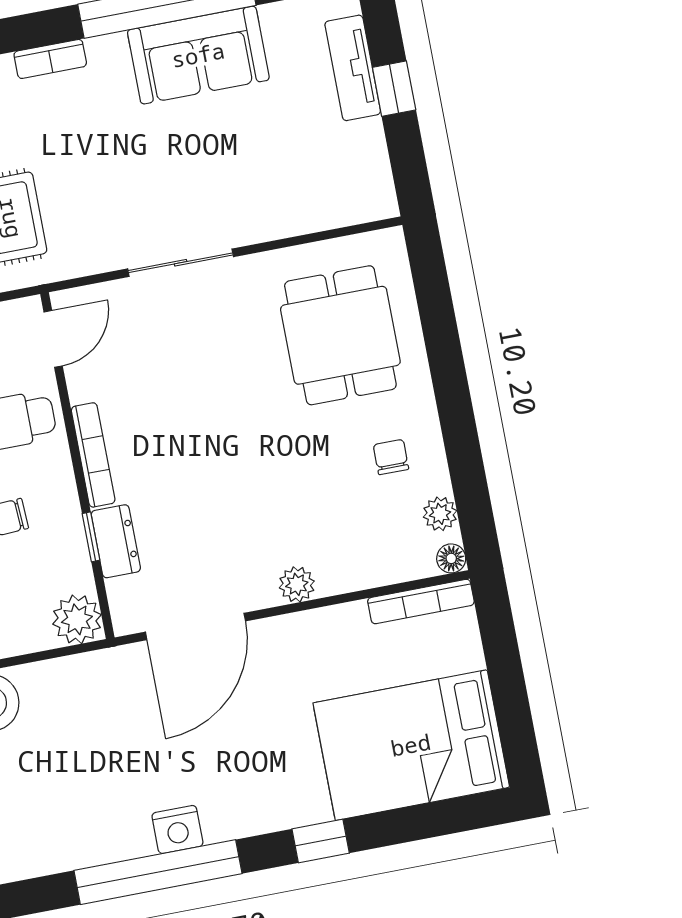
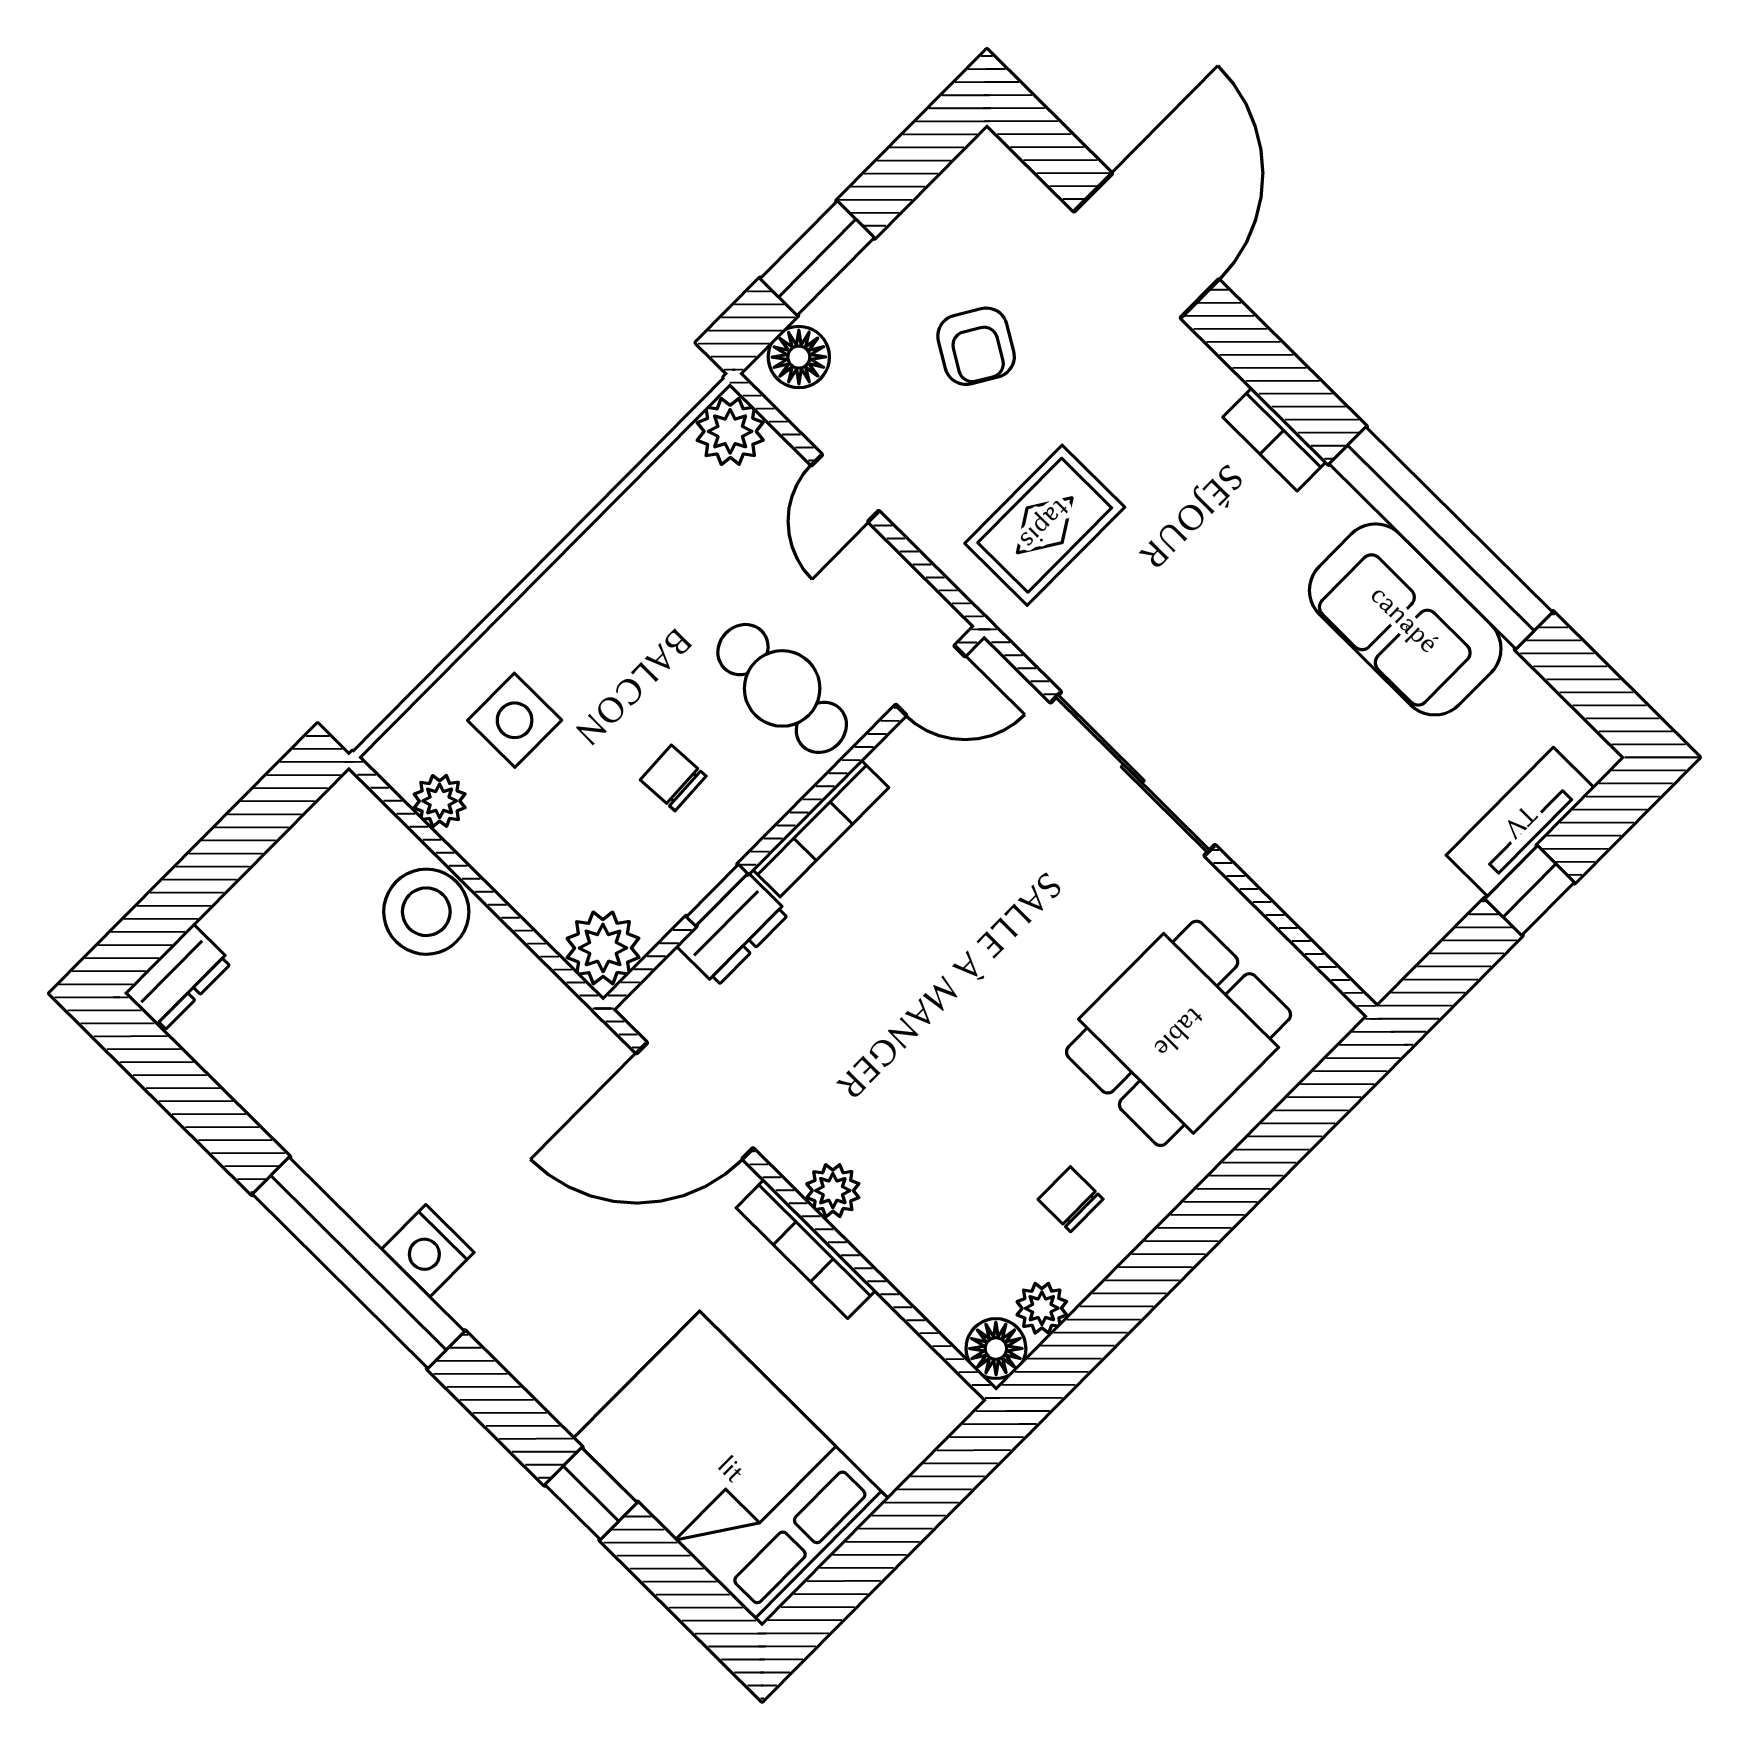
sliding door: (181, 263) -> (1133, 774), width x1.37
chair: (391, 457) -> (1071, 1199), turned -90
floor lamp: (451, 558) -> (996, 1349), width x1.37, depth x1.37
bookcase: (421, 602) -> (806, 1249), moved
window: (321, 841) -> (591, 1494), moved

